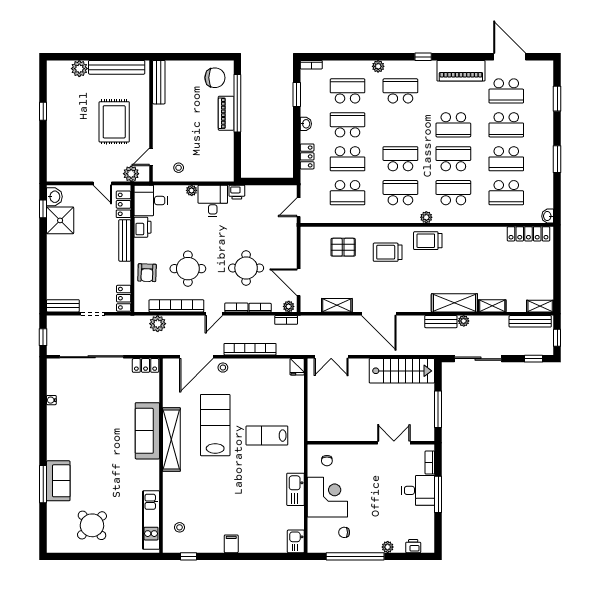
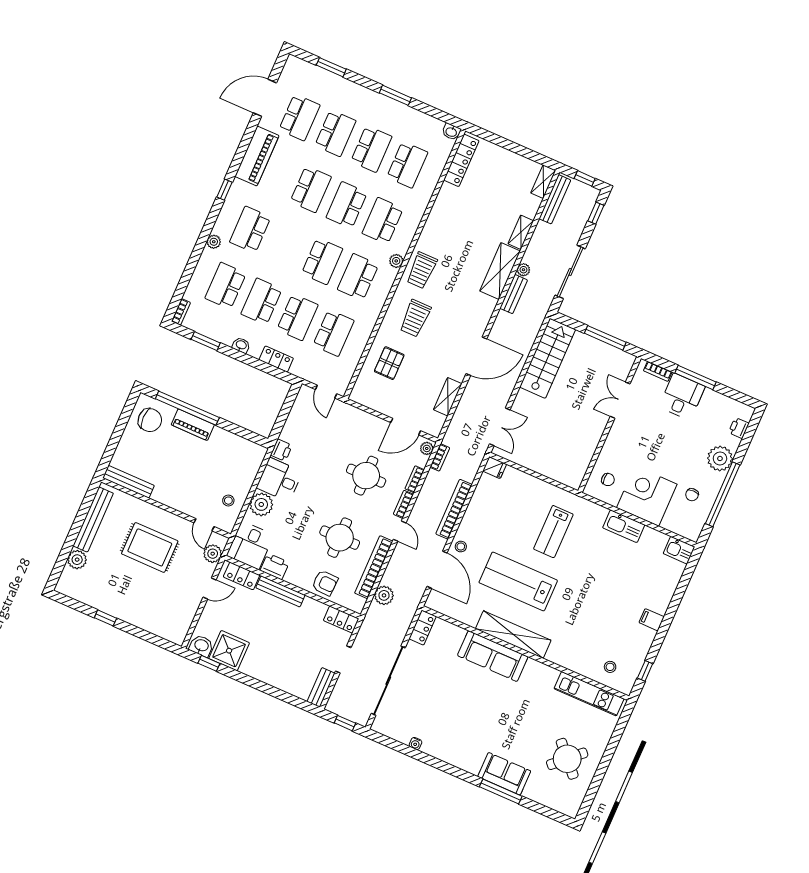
chair: (215, 78) -> (150, 420), turned 90
school desk: (400, 159) -> (322, 261), turned 180
plant: (192, 190) -> (261, 504), width x1.88, depth x1.88
plant: (388, 547) -> (720, 458), width x1.88, depth x1.88

